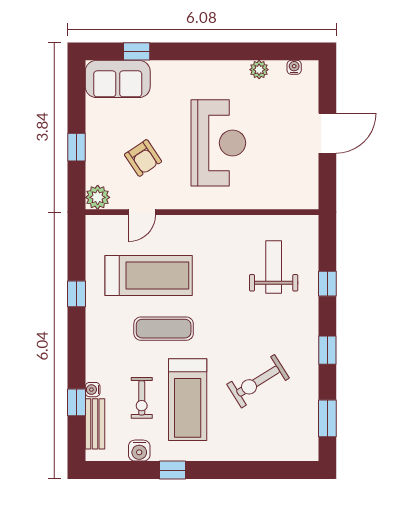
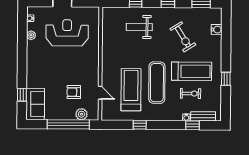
reception desk: (218, 143) -> (67, 33), moved
window: (77, 147) -> (68, 124), width x3.17
armchair: (143, 158) -> (74, 92), turned -146
plant: (98, 197) -> (81, 114), moved
weight bench: (274, 267) -> (139, 27), moved
exercise mat: (164, 329) -> (157, 83), width x1.36, depth x1.45
water cooler: (139, 451) -> (217, 30), moved

